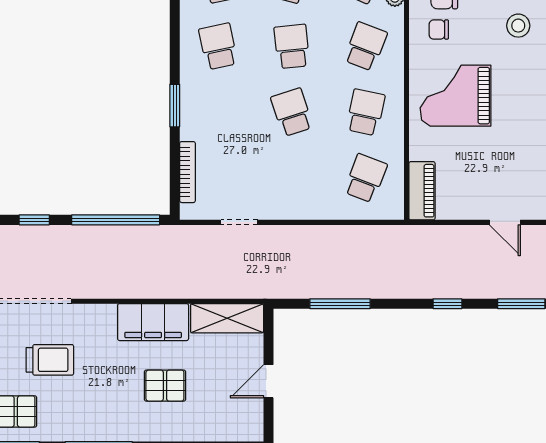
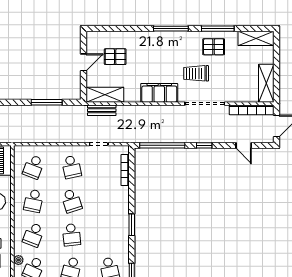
school desk: (218, 46) -> (71, 167), moved
window: (175, 106) -> (132, 225), moved
bench: (233, 288) -> (102, 110), added
filing cabinet: (153, 322) -> (159, 93), moved
pallet: (165, 386) -> (115, 57), moved

